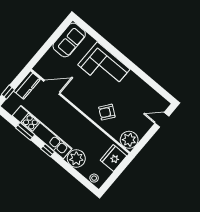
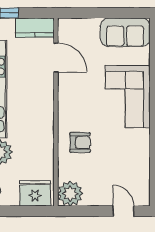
armchair: (107, 112) -> (80, 143), turned 143

